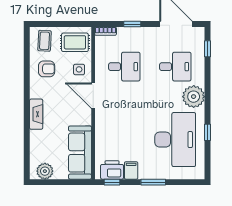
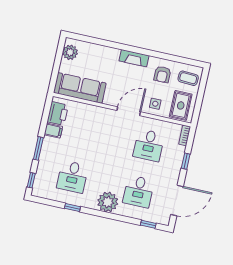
fireplace: (36, 114) -> (134, 58), moved
desk: (175, 140) -> (72, 177), width x0.53, depth x0.77
window: (112, 182) -> (31, 180), moved

